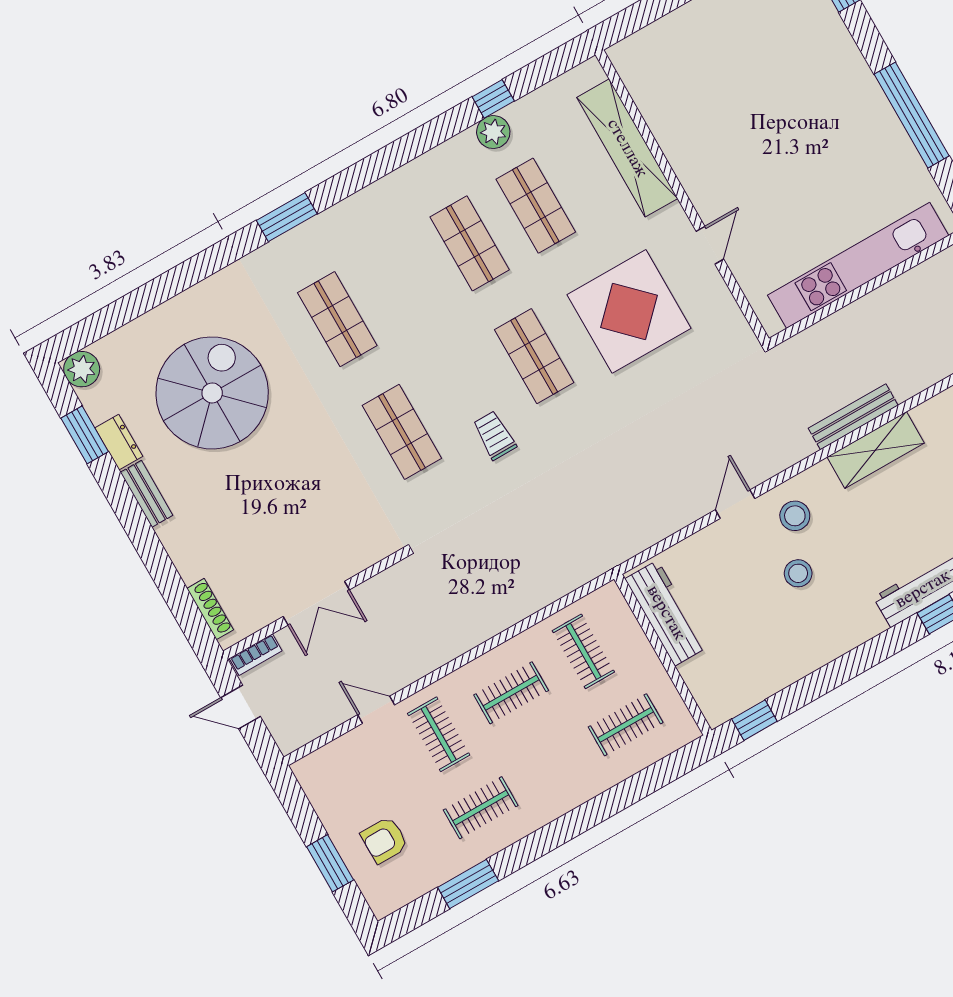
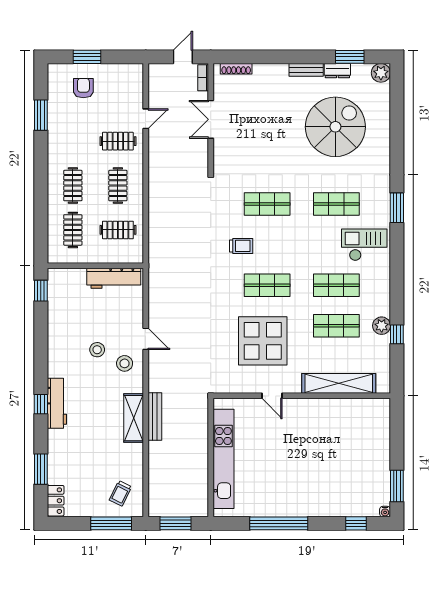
checkout: (378, 236) -> (364, 245), added
spiral stairs: (212, 393) -> (335, 127), turned -90
clothes rail: (481, 808) -> (73, 186), moved

